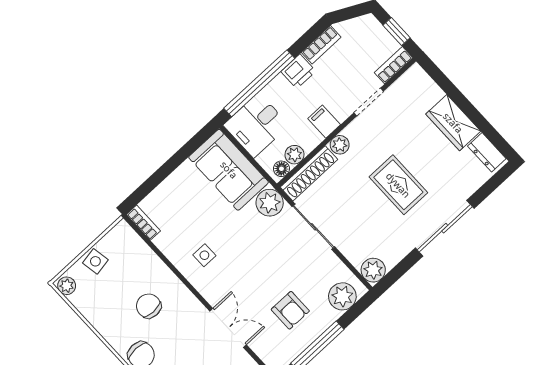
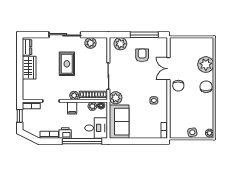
plant: (373, 270) -> (90, 43), moved
chair: (149, 306) -> (178, 86), moved

